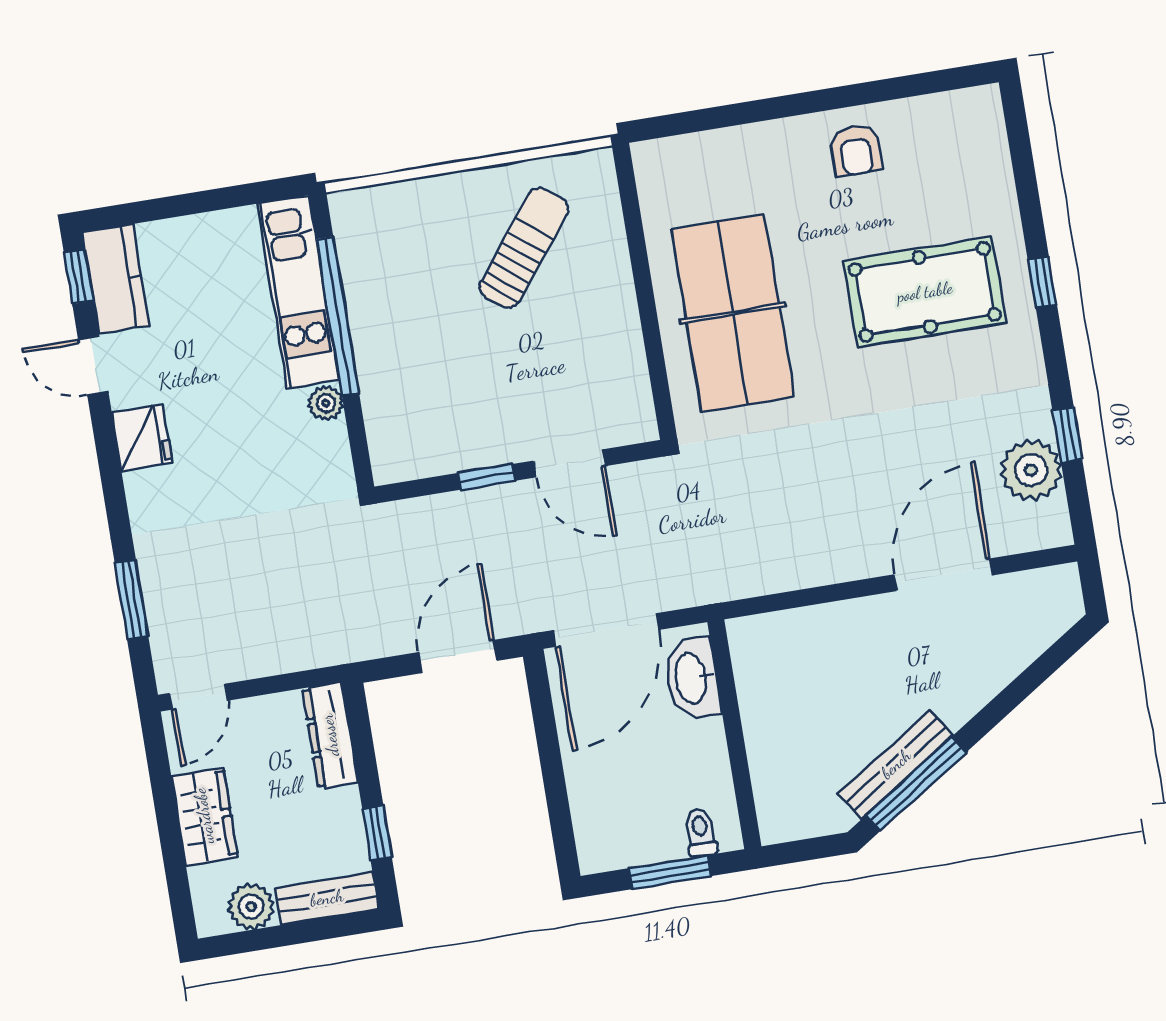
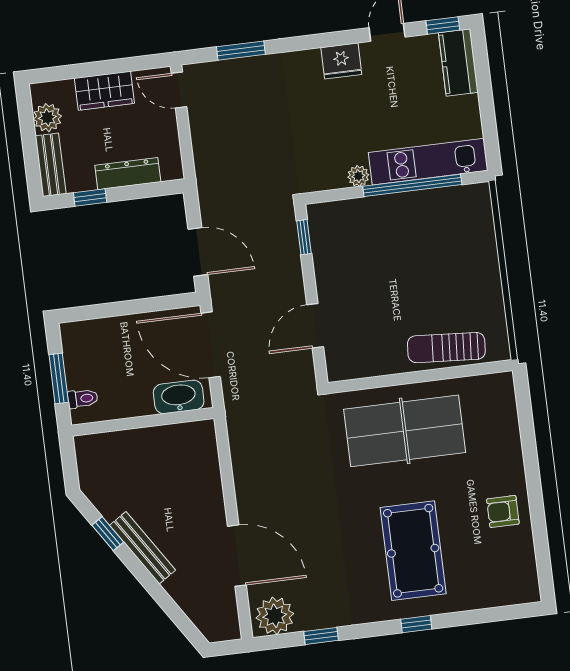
sun lounger: (524, 248) -> (446, 348), moved, turned 146
kitchen counter: (116, 279) -> (458, 63), moved, turned 90
plant: (1031, 470) -> (275, 616), moved
window: (486, 477) -> (304, 237), moved
dresser: (330, 735) -> (128, 174), moved
bench: (896, 764) -> (143, 548), moved
window: (916, 784) -> (108, 534), width x0.46

